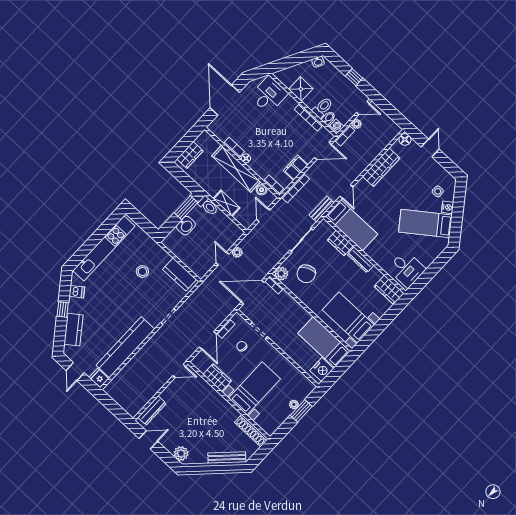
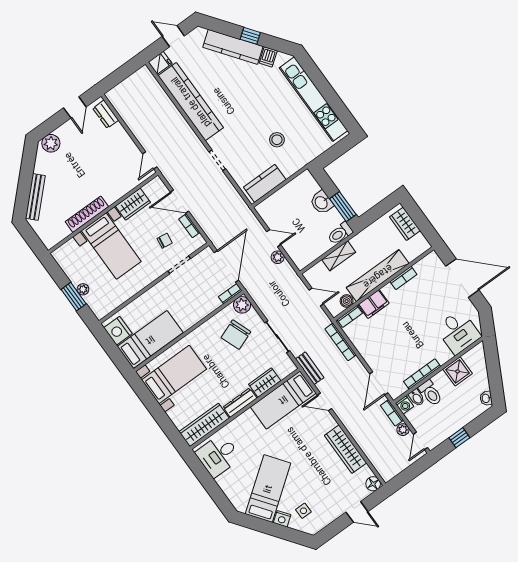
floor lamp: (246, 158) -> (388, 290), removed
filing cabinet: (296, 168) -> (374, 304), moved, turned 90
chair: (306, 274) -> (236, 335), turned -87
wardrobe: (389, 290) -> (204, 425), width x1.50
kitchen counter: (74, 330) -> (233, 47), width x1.50
dresser: (152, 411) -> (106, 114), width x0.70
shoe rack: (251, 431) -> (87, 214), moved

